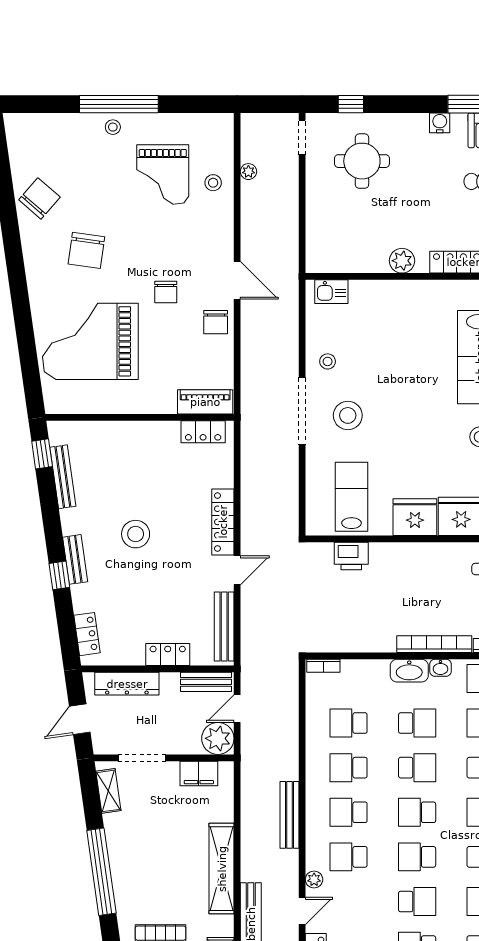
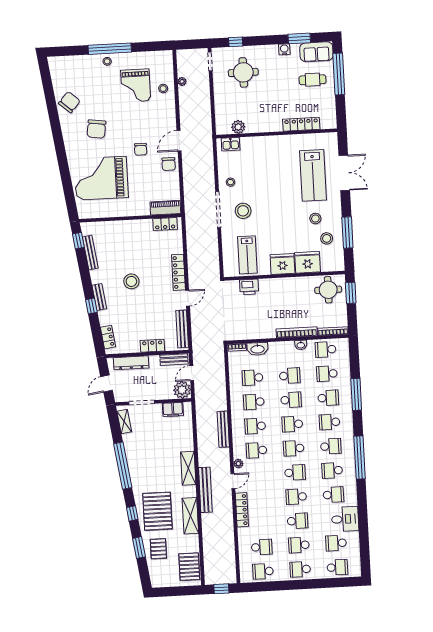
plant: (402, 261) -> (238, 127), moved
door: (237, 280) -> (179, 141), swing flipped
lab bench: (351, 497) -> (247, 255), turned 180
washbasin: (409, 671) -> (258, 349), moved
shelving: (222, 869) -> (188, 468), width x0.68

